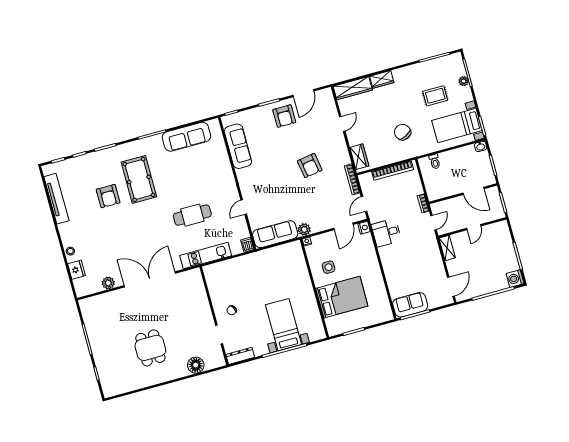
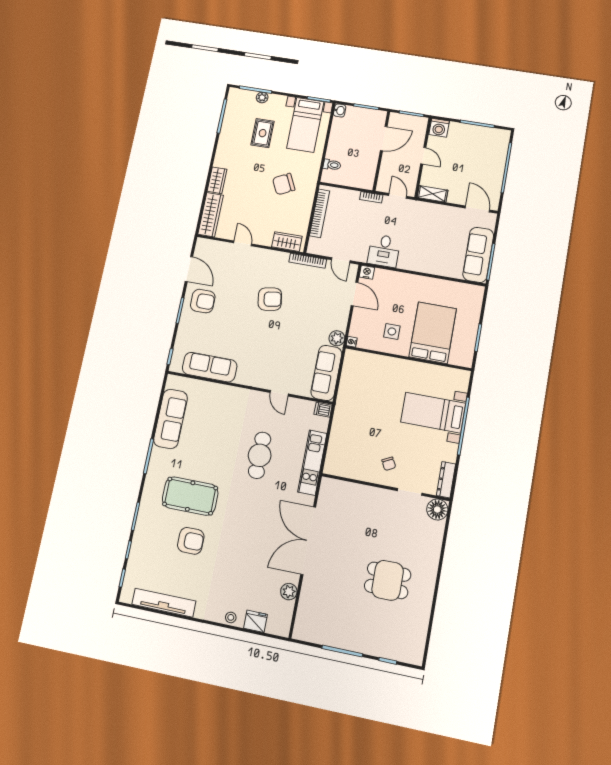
washing machine: (515, 279) -> (439, 128), moved
sofa: (410, 305) -> (478, 255), width x1.36
floor lamp: (196, 365) -> (437, 510), moved

